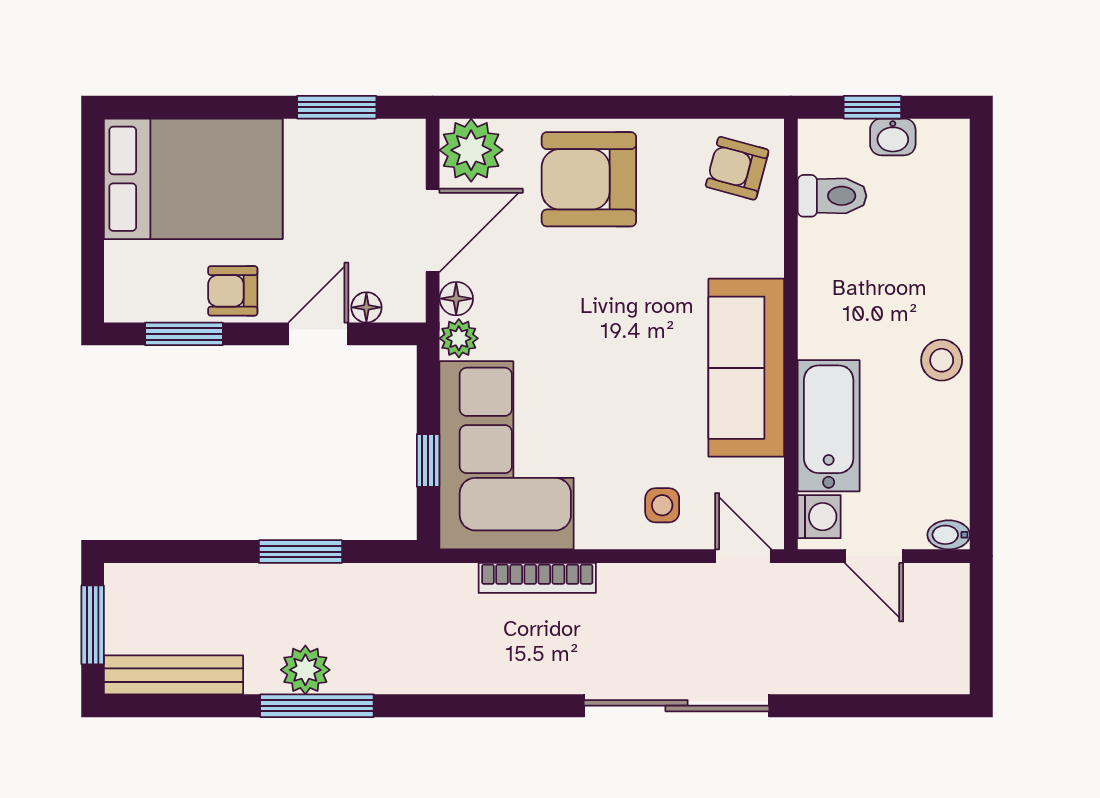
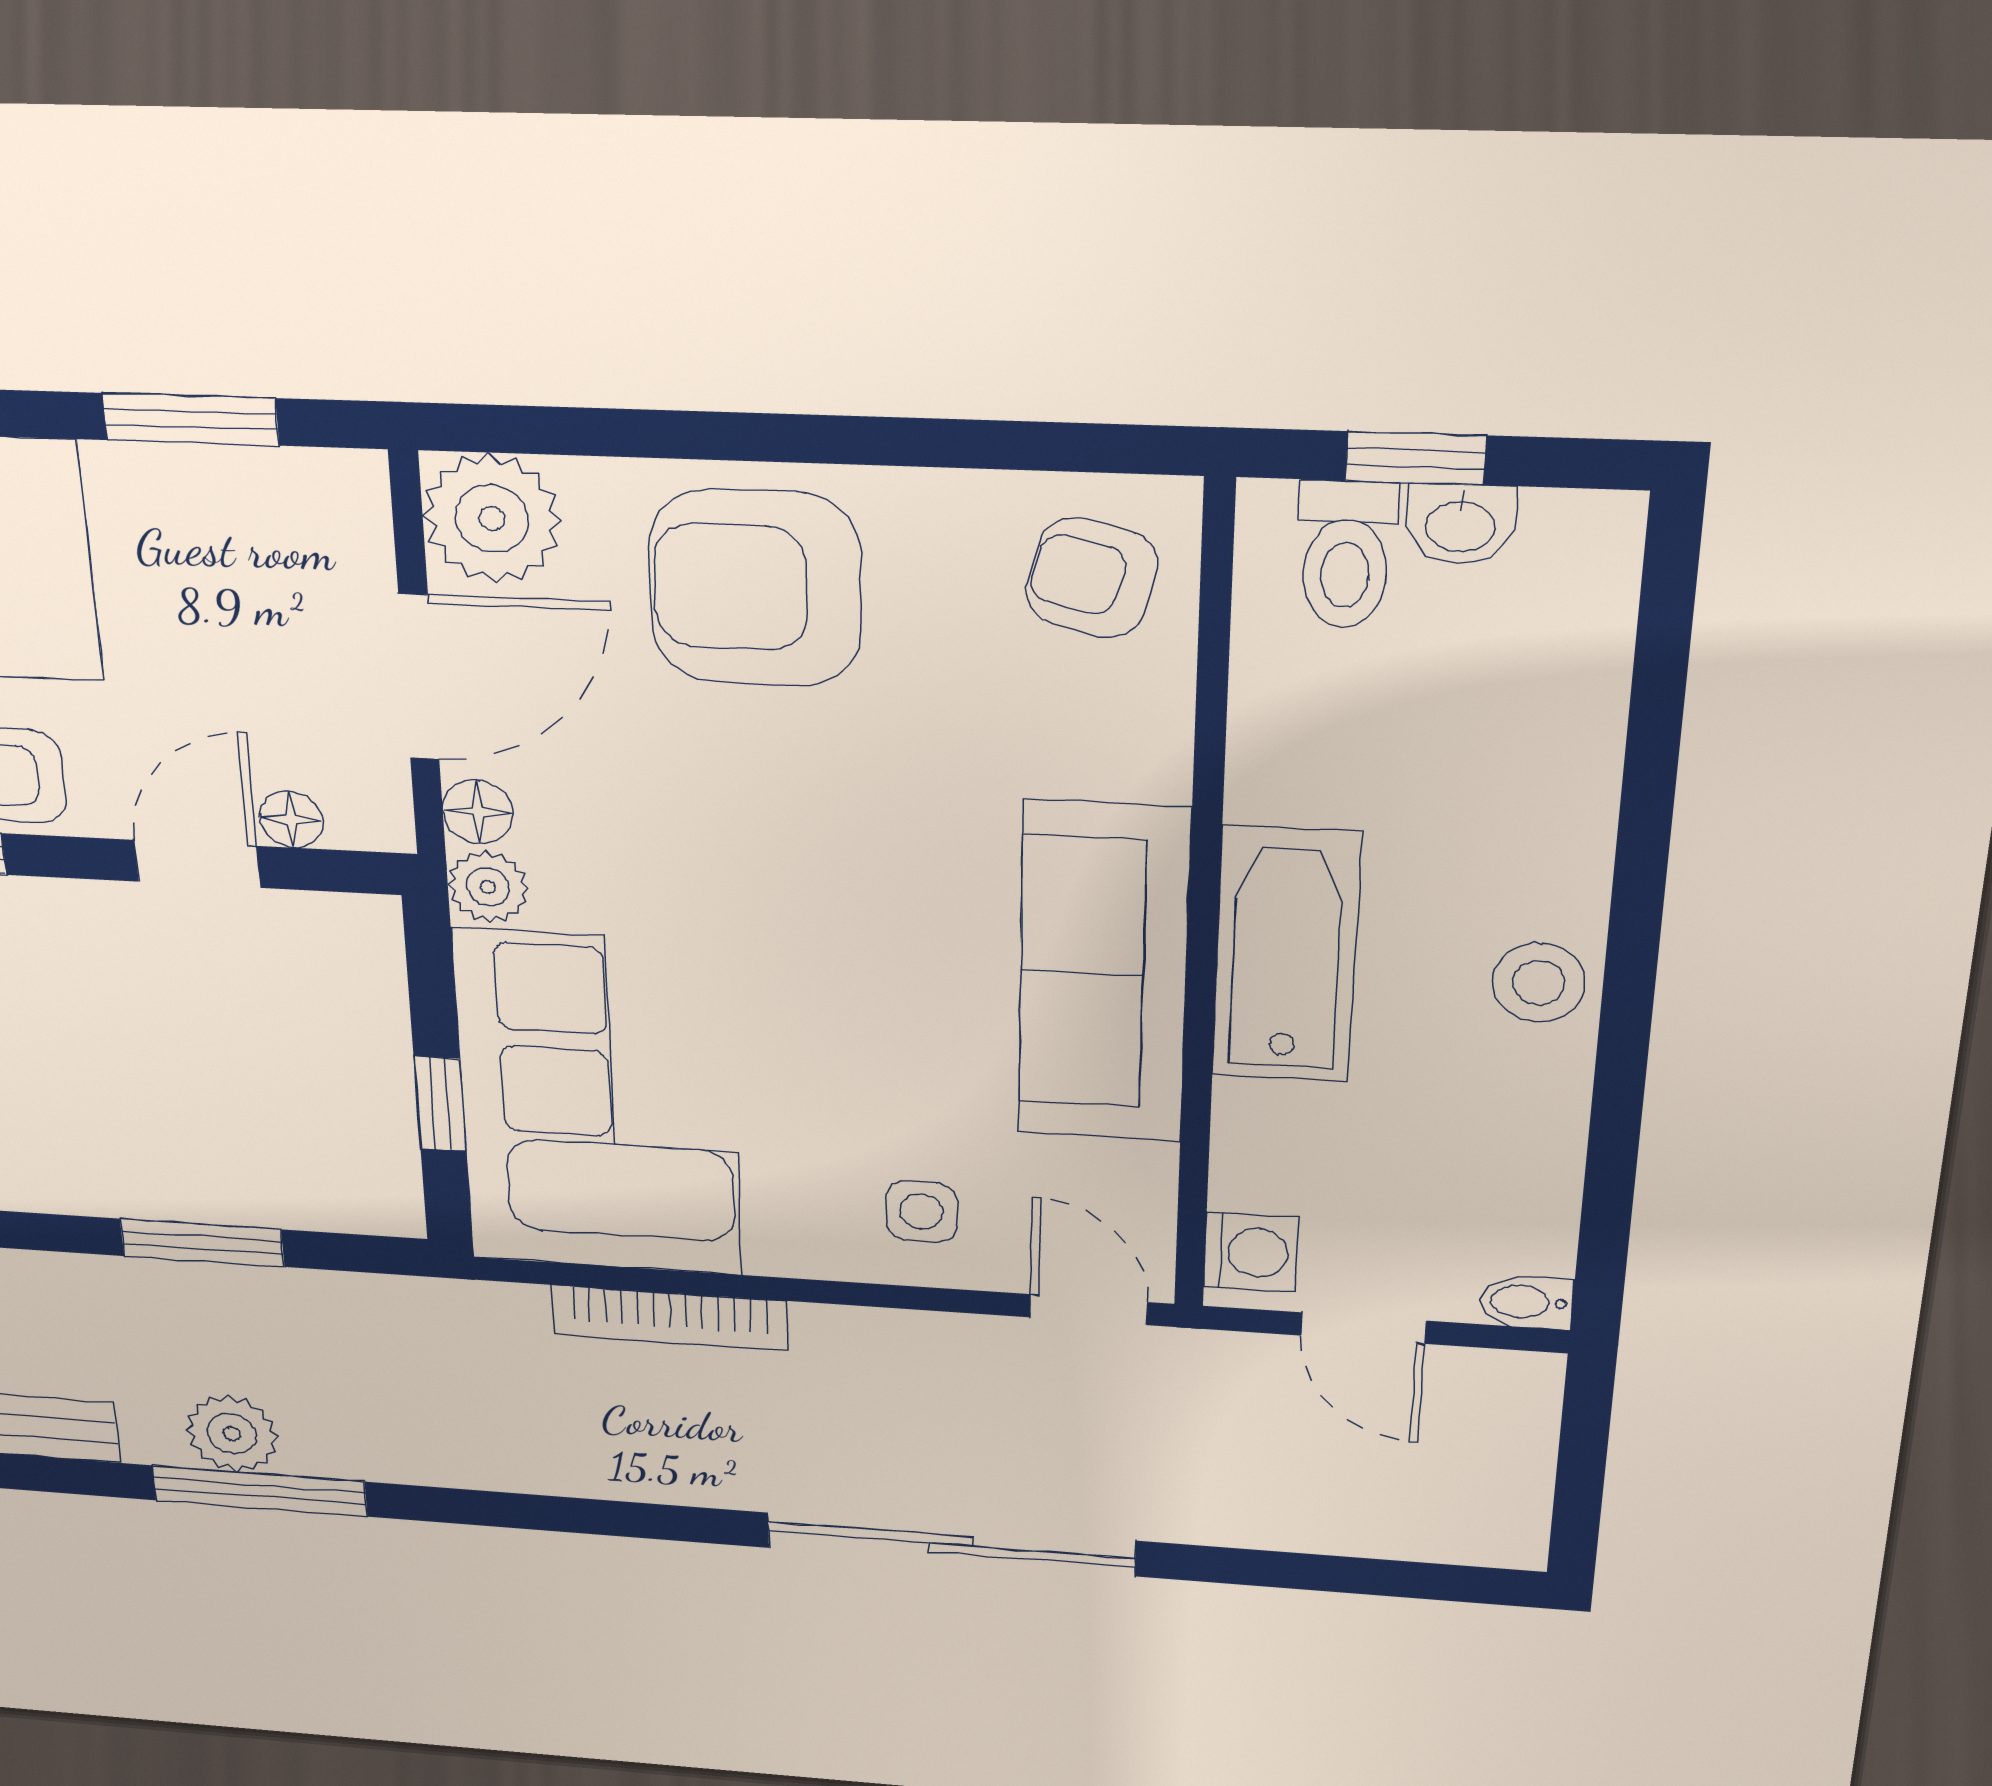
toilet: (832, 196) -> (1346, 555), moved, turned 90
bathtub: (829, 426) -> (1286, 955), moved

